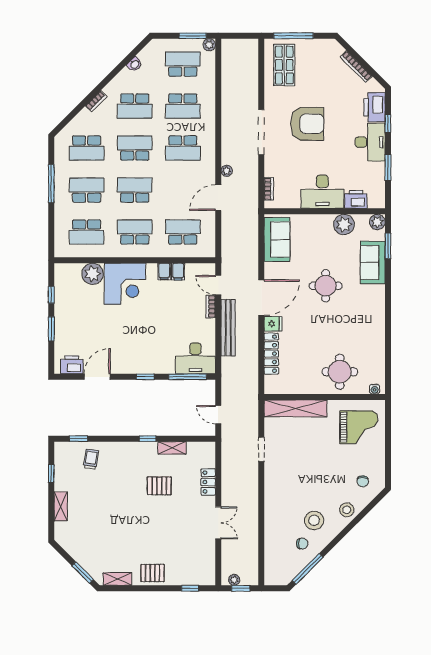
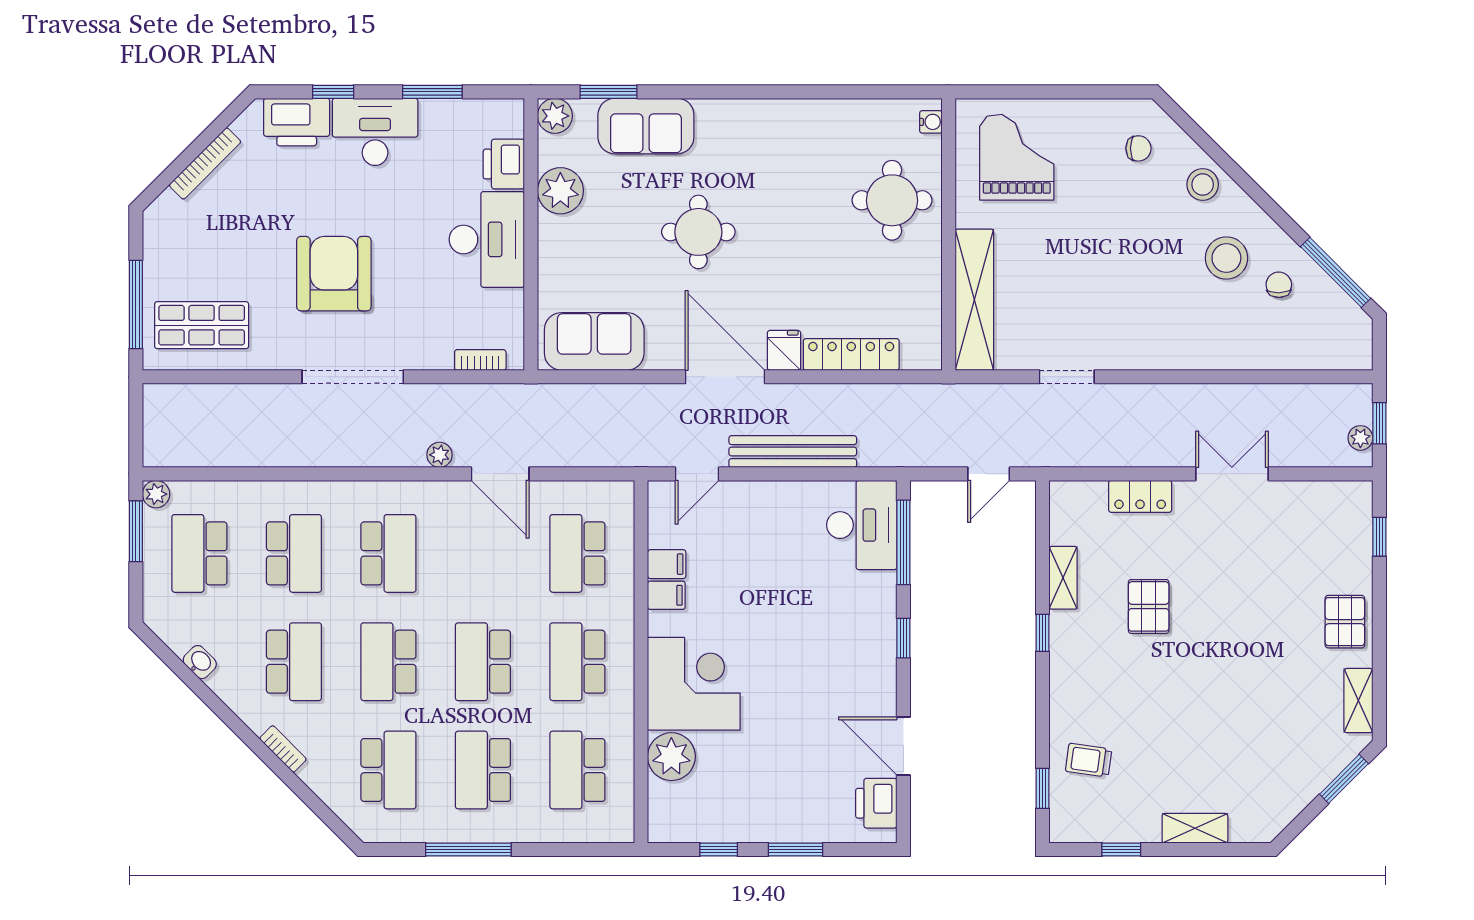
school desk: (87, 232) -> (577, 770), turned 180
bookcase: (211, 307) -> (745, 491), removed

